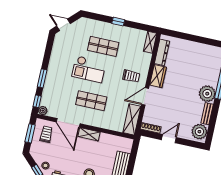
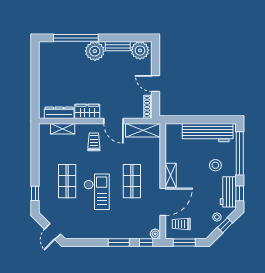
window: (118, 22) -> (35, 193), moved
shelving: (150, 42) -> (63, 129), moved

